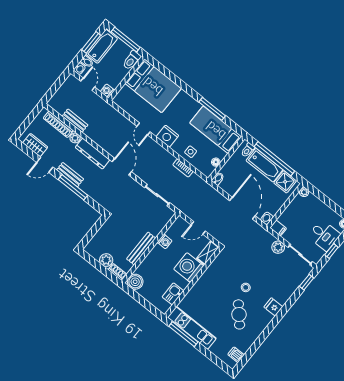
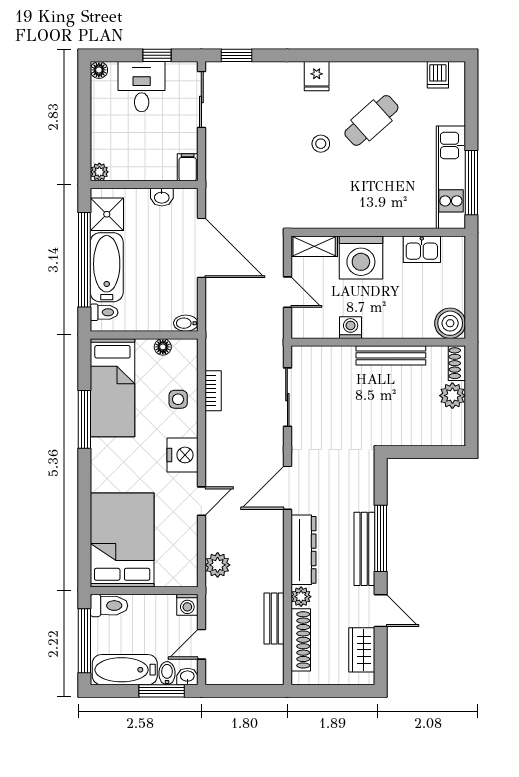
window: (91, 42) -> (162, 691), moved
bench: (70, 175) -> (364, 549), width x1.36
door: (242, 208) -> (201, 248), swing flipped
washbasin: (267, 218) -> (162, 197), moved
plant: (278, 247) -> (218, 565), moved

